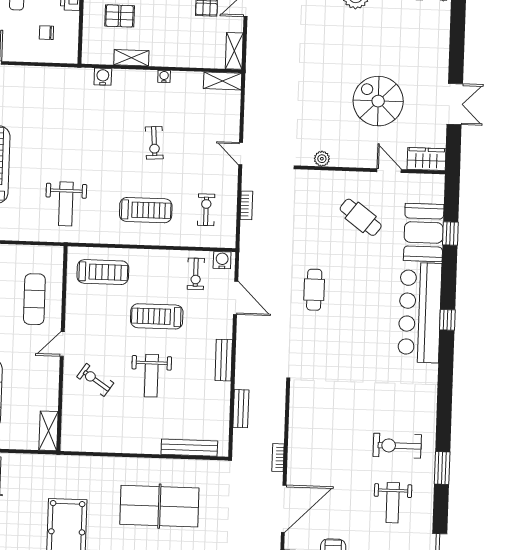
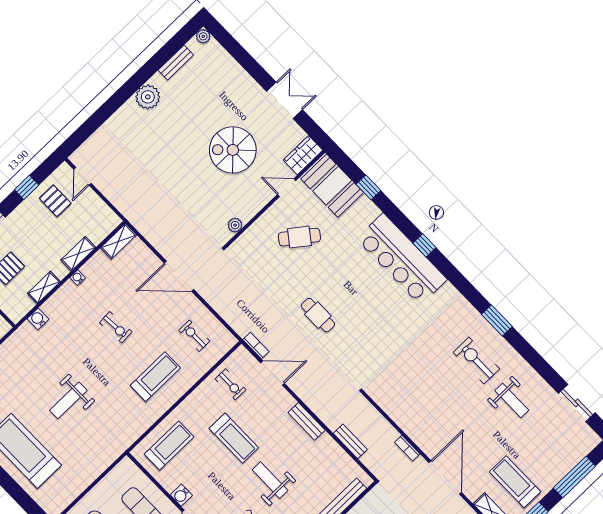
shelving: (234, 51) -> (78, 254), moved, turned 90
door: (241, 154) -> (179, 276), width x1.87
weight bench: (66, 204) -> (68, 400), moved, turned 90
bookcase: (246, 205) -> (256, 346), moved
booth: (424, 233) -> (332, 186), moved
water cooler: (222, 260) -> (181, 495), moved, turned -90
treadmill: (157, 316) -> (234, 438), turned -90
weight bench: (151, 376) -> (270, 480), turned 180
exercise bike: (397, 446) -> (476, 361), turned 90
window: (442, 468) -> (497, 320), moved

